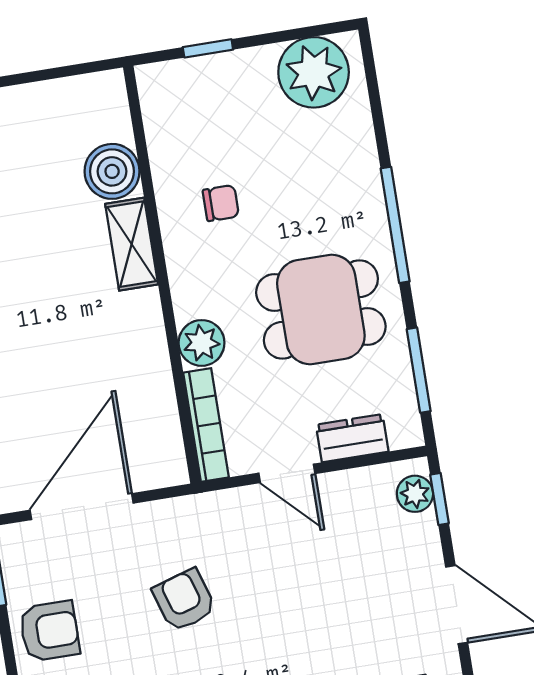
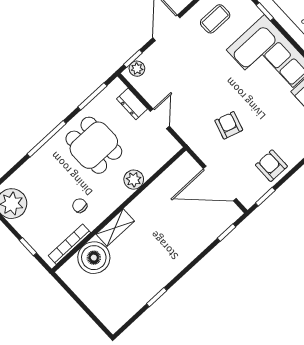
boiler: (112, 171) -> (94, 258), width x1.37, depth x1.37
bookcase: (206, 425) -> (69, 244), moved
armchair: (184, 600) -> (229, 125), turned 124

